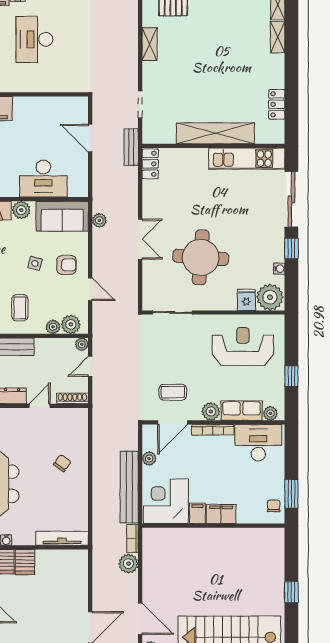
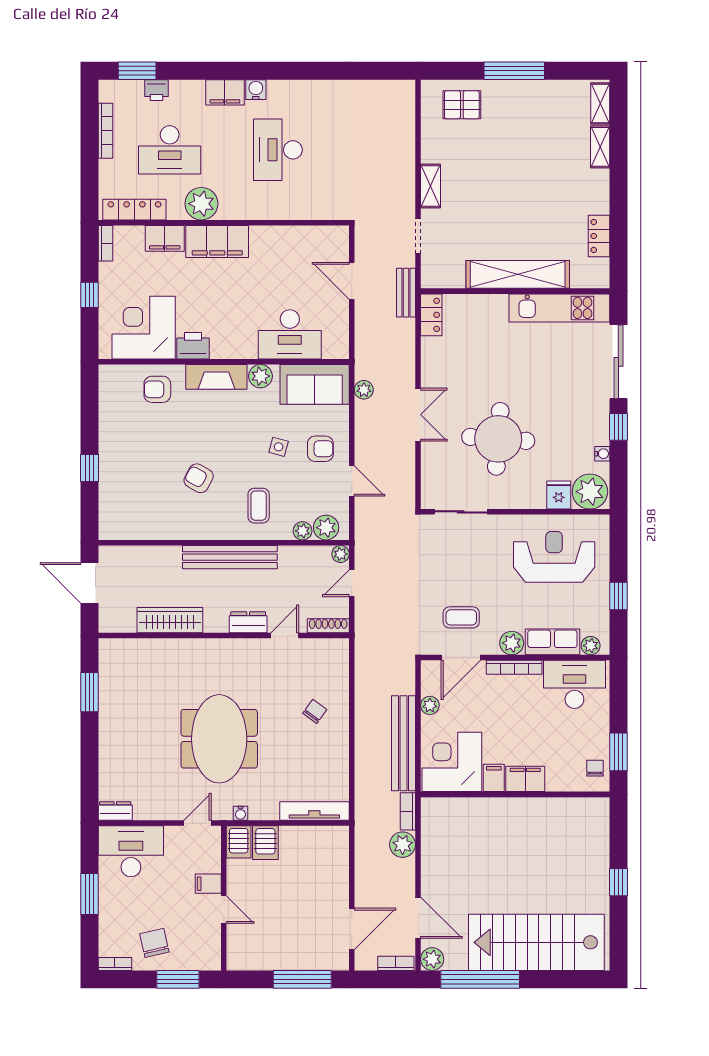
shelving: (150, 44) -> (430, 186), moved

